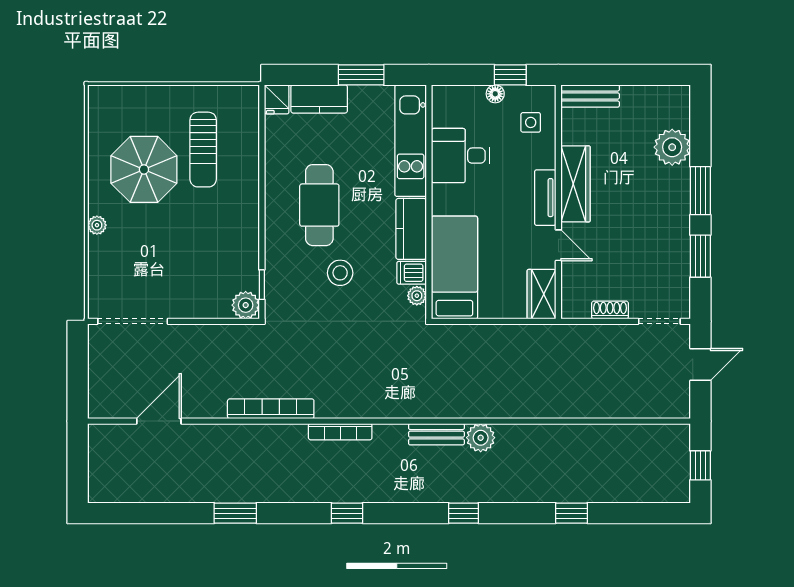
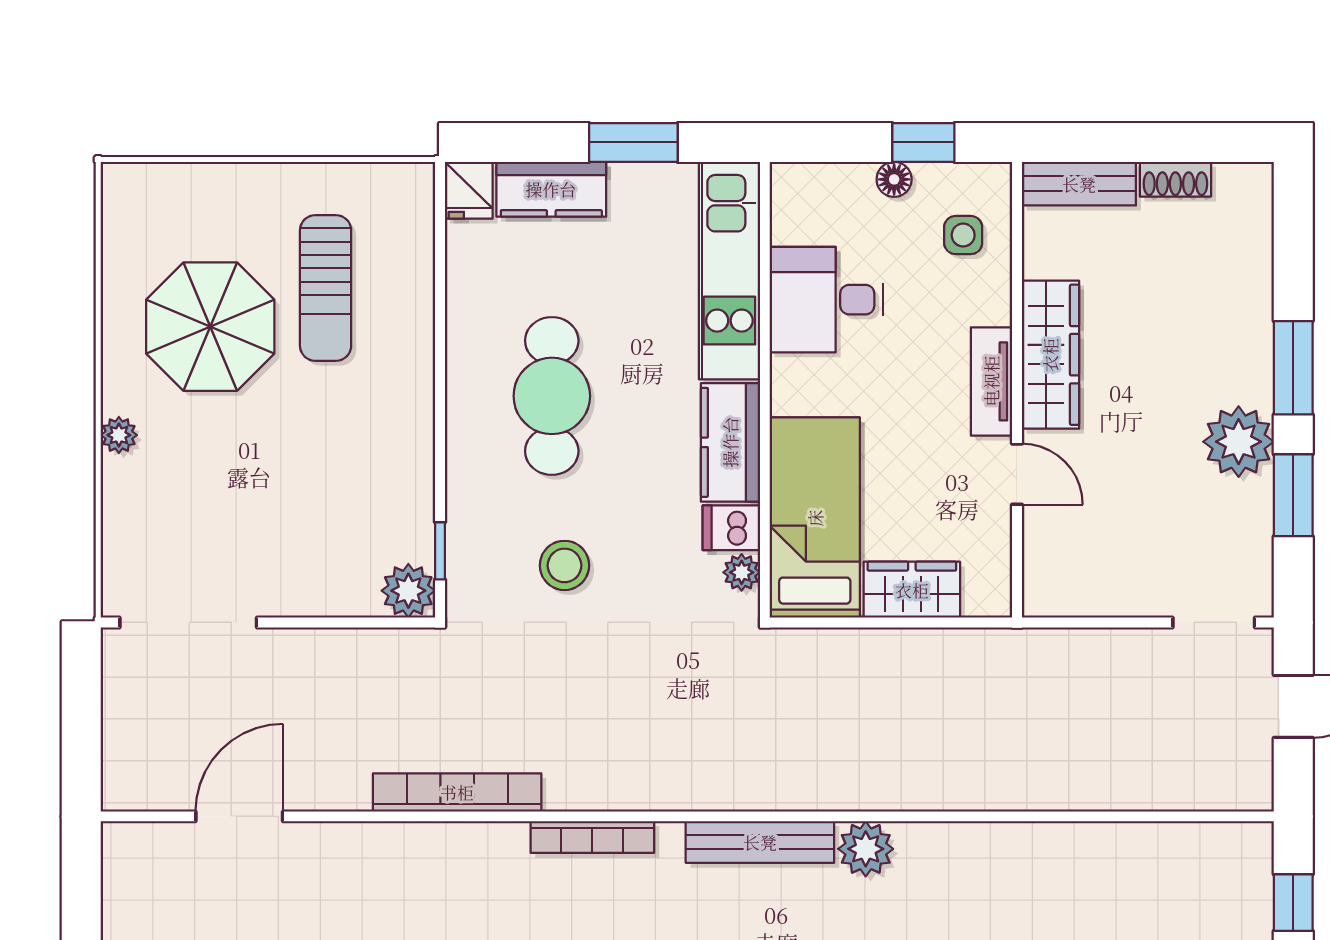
plant: (672, 147) -> (1239, 442), moved
stool: (340, 273) -> (564, 565), moved
wardrobe: (541, 294) -> (912, 590), moved, turned 90
shoe rack: (610, 310) -> (1175, 179), moved, turned 180
bench: (436, 434) -> (760, 842), width x1.36

